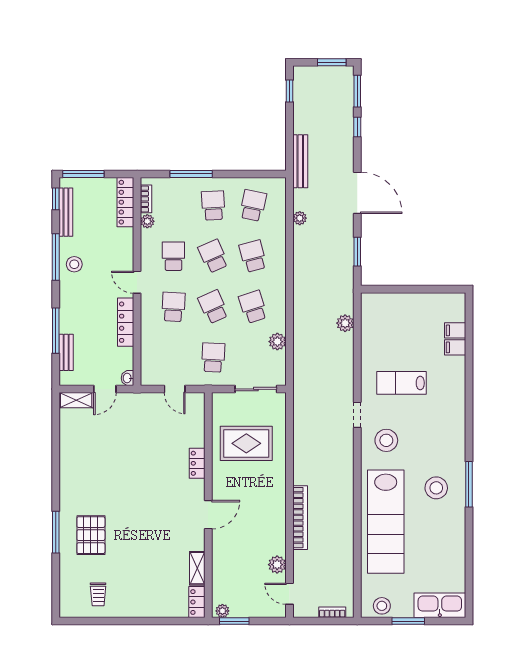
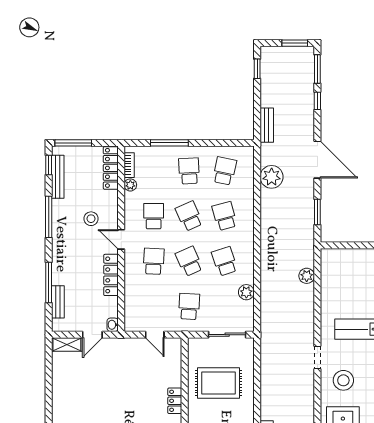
bench: (300, 161) -> (267, 125), width x0.73
plant: (300, 218) -> (272, 177), width x1.88, depth x1.88
stool: (74, 264) -> (91, 219), moved

